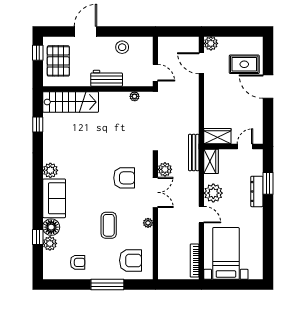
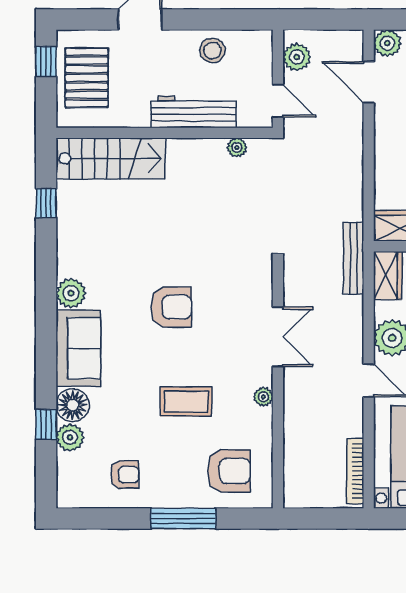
workbench: (107, 78) -> (193, 112), width x1.38
plant: (165, 169) -> (297, 57), moved
armchair: (124, 178) -> (171, 307), moved
coffee table: (109, 225) -> (186, 402), turned 90

